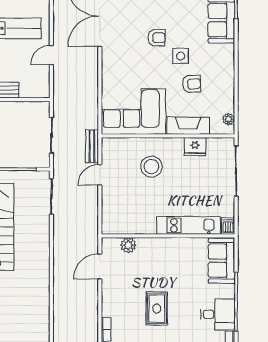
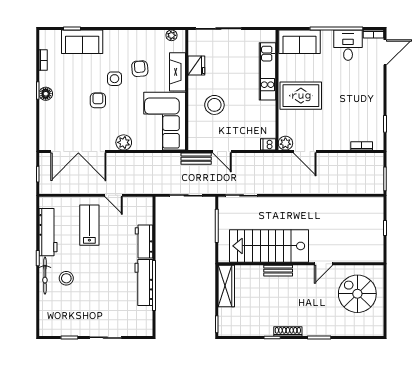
plant: (110, 66) -> (124, 142), added
dishwasher: (228, 226) -> (268, 144), moved
plant: (128, 245) -> (285, 143), moved
rug: (157, 308) -> (301, 96), moved, width x1.36, depth x1.43

